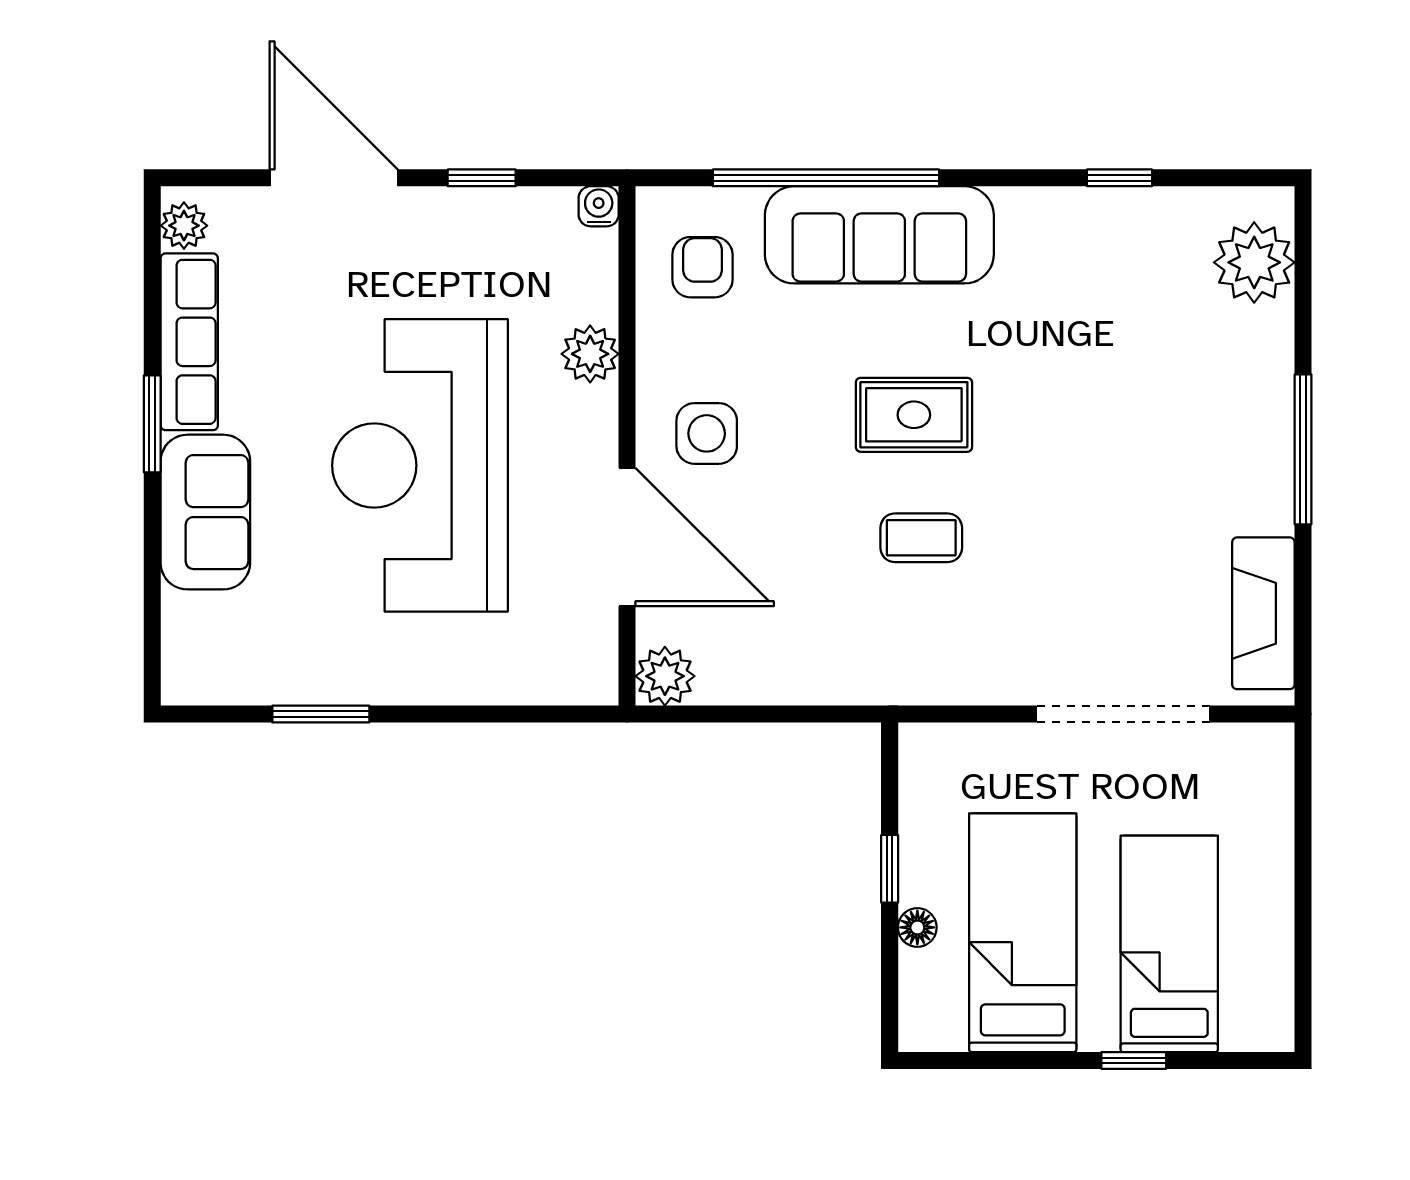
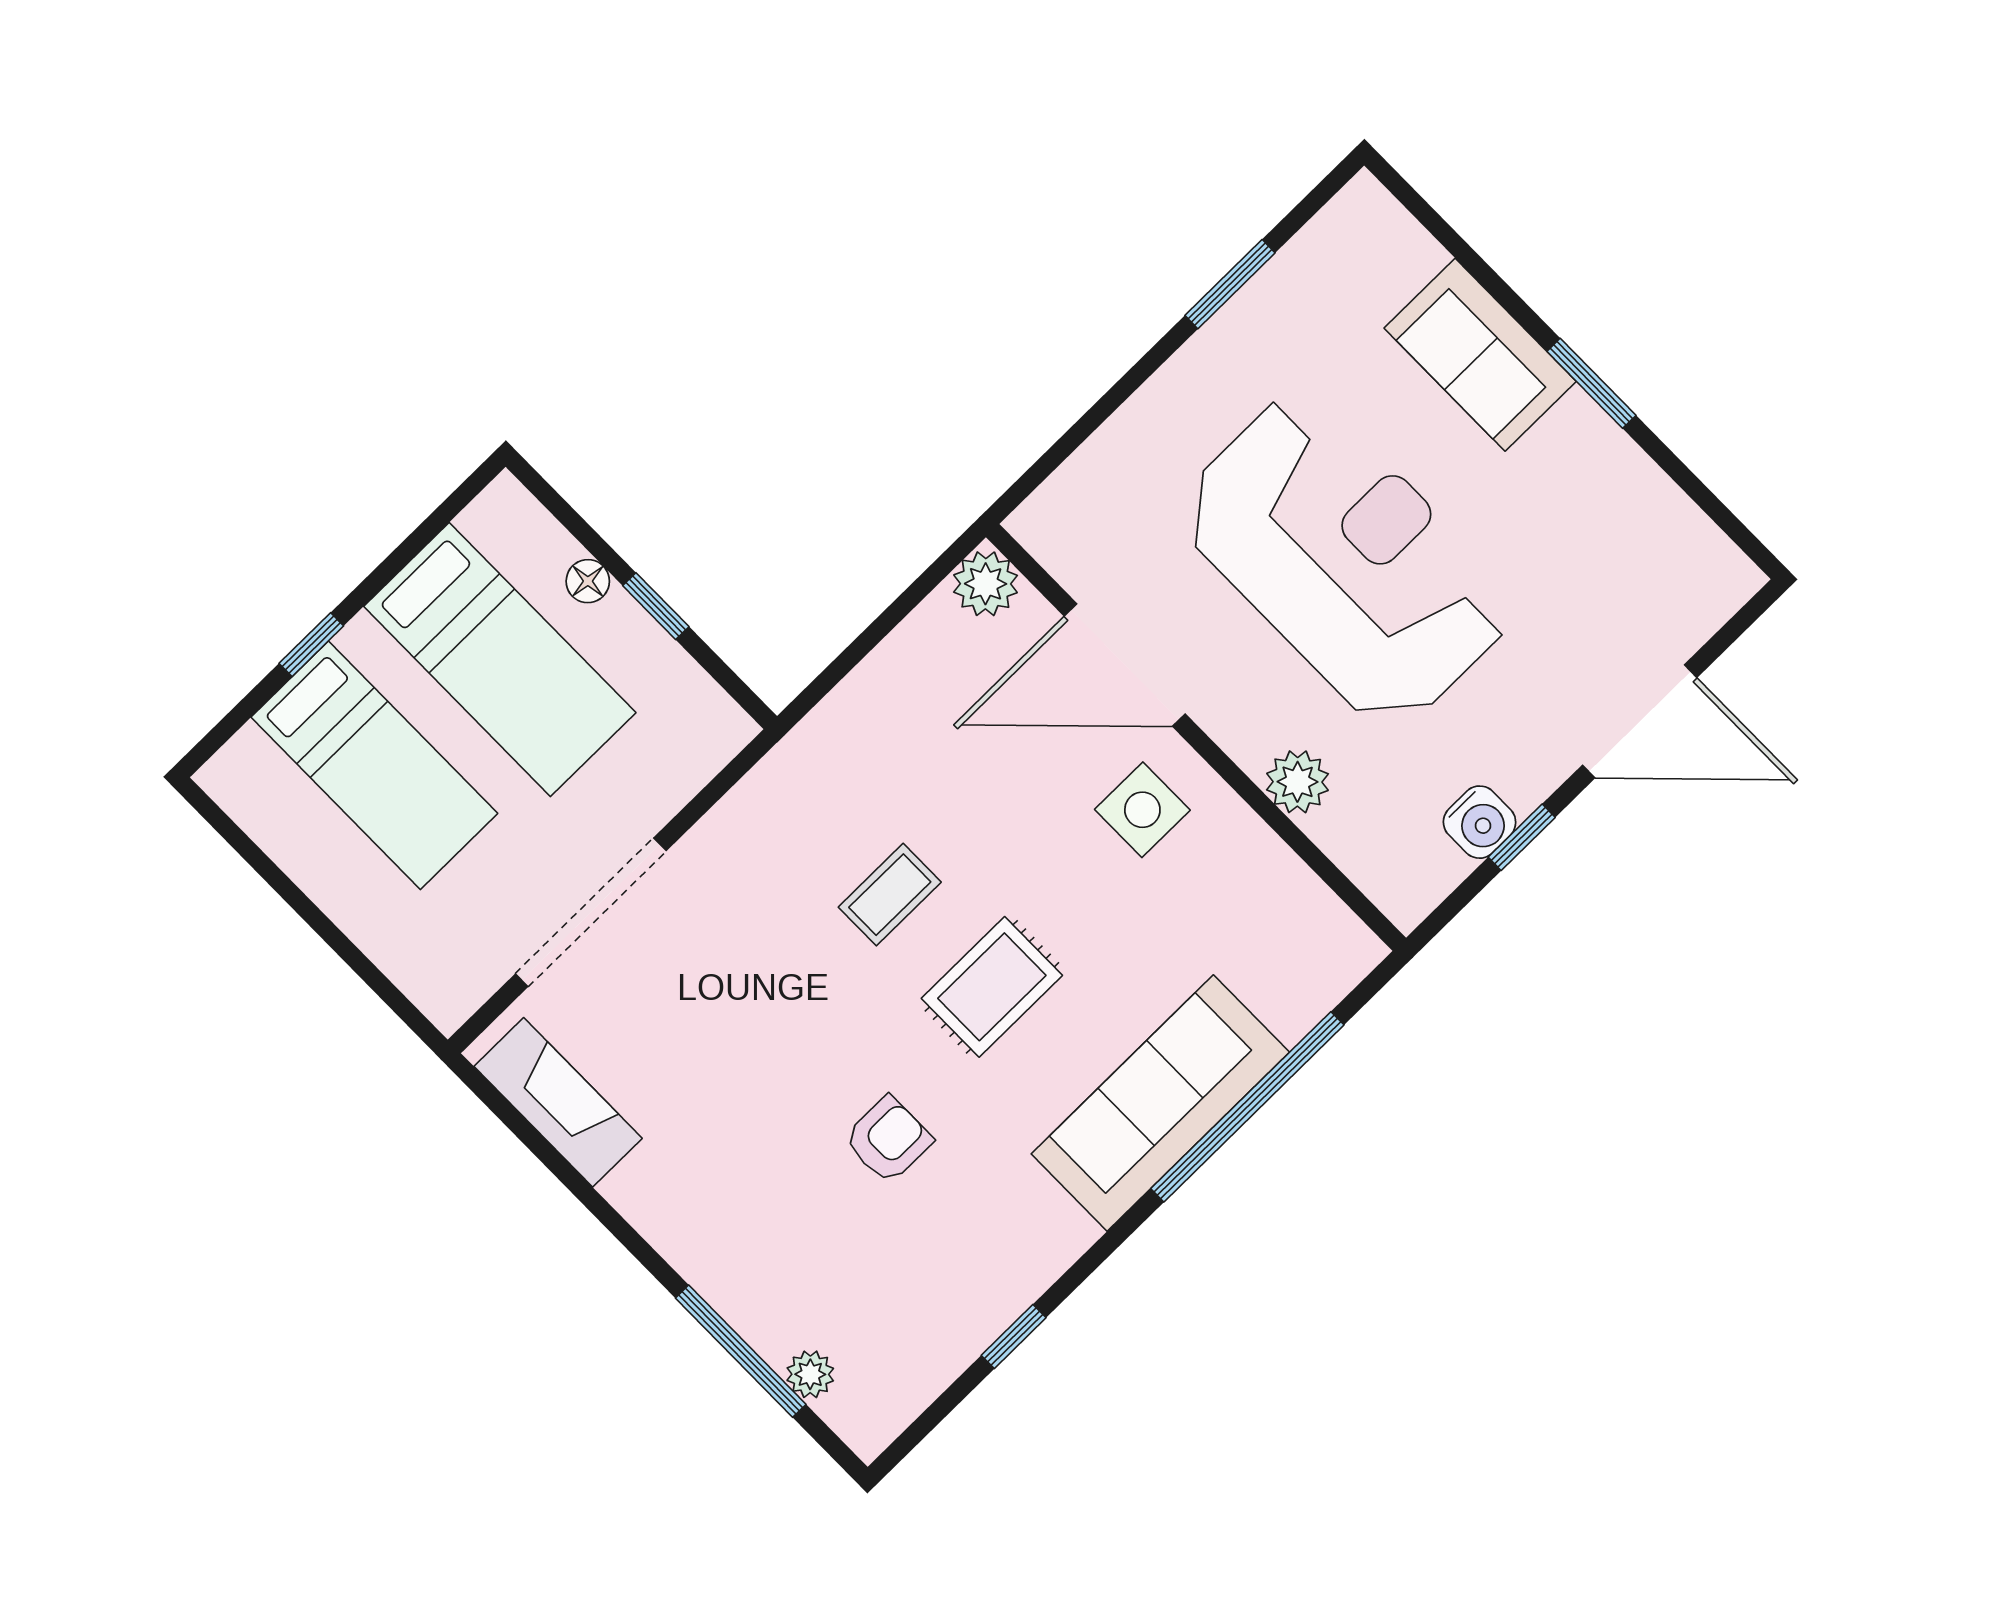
water cooler: (599, 206) -> (1480, 822), moved, width x1.38, depth x1.38
plant: (184, 226) -> (1721, 566), removed
plant: (1254, 262) -> (810, 1374), width x0.53, depth x0.53
armchair: (703, 267) -> (888, 1140), moved, turned -90
row of seats: (189, 342) -> (1626, 478), removed
window: (1303, 449) -> (741, 1351), moved

